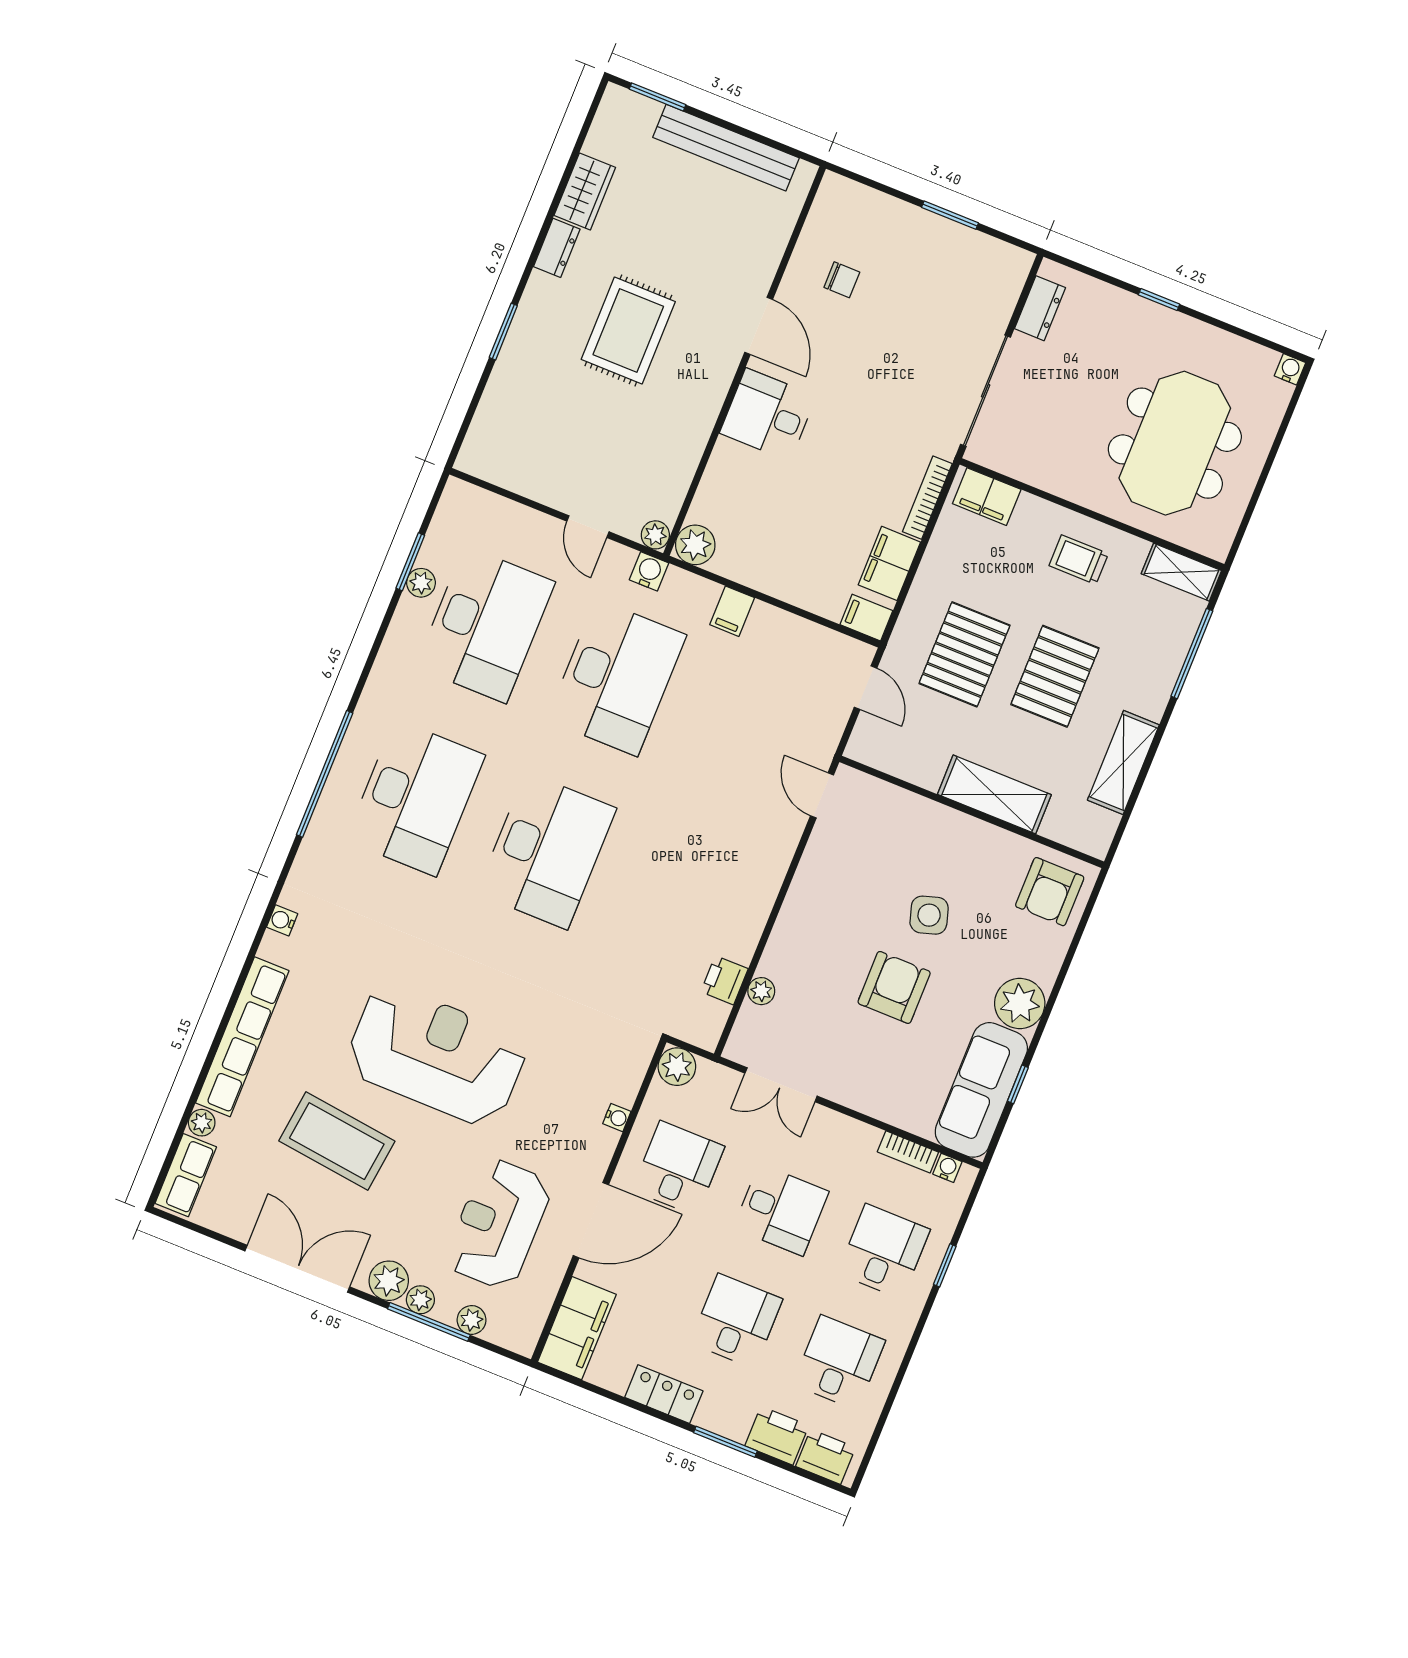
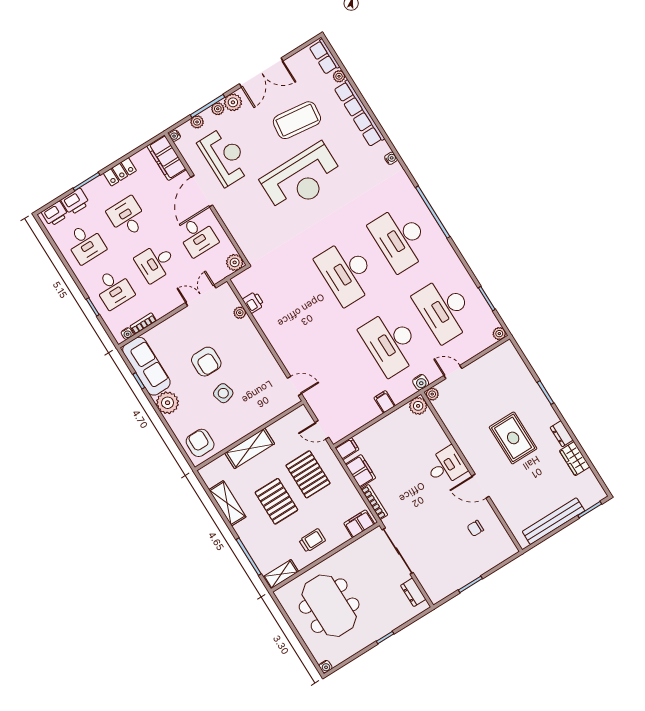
plant: (421, 583) -> (499, 334), moved
water cooler: (617, 1118) -> (175, 136), moved
desk: (736, 1321) -> (127, 217), turned 180

